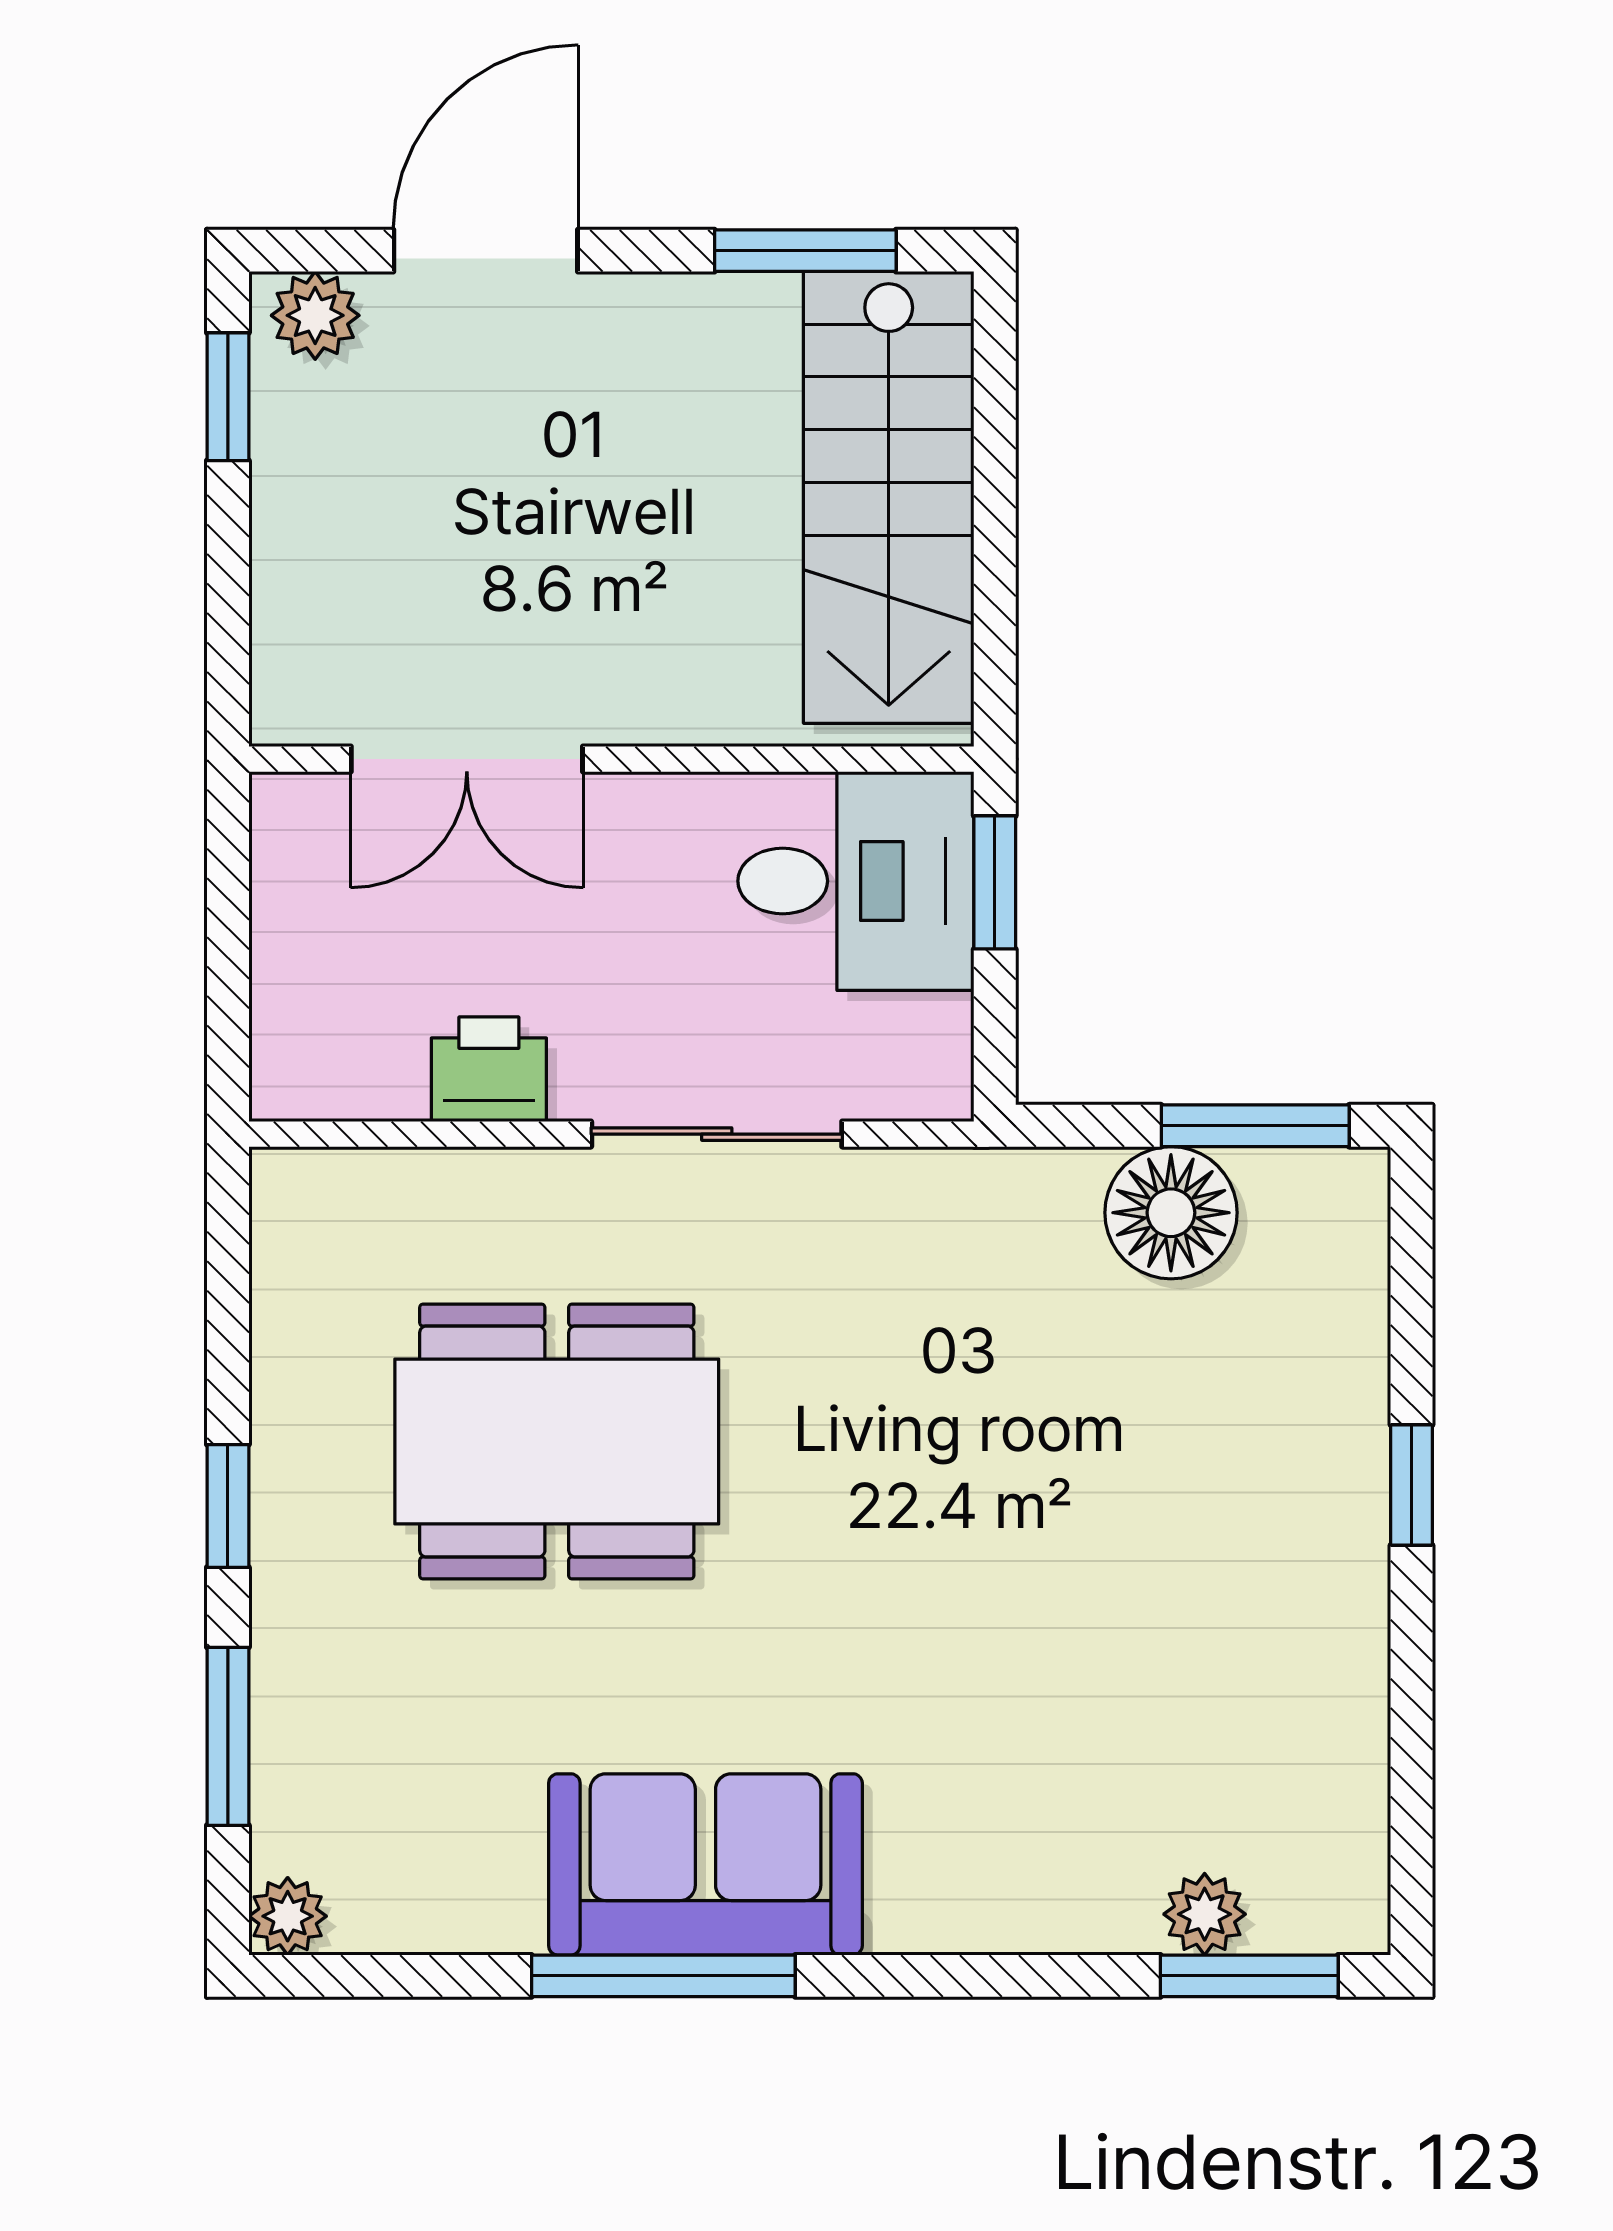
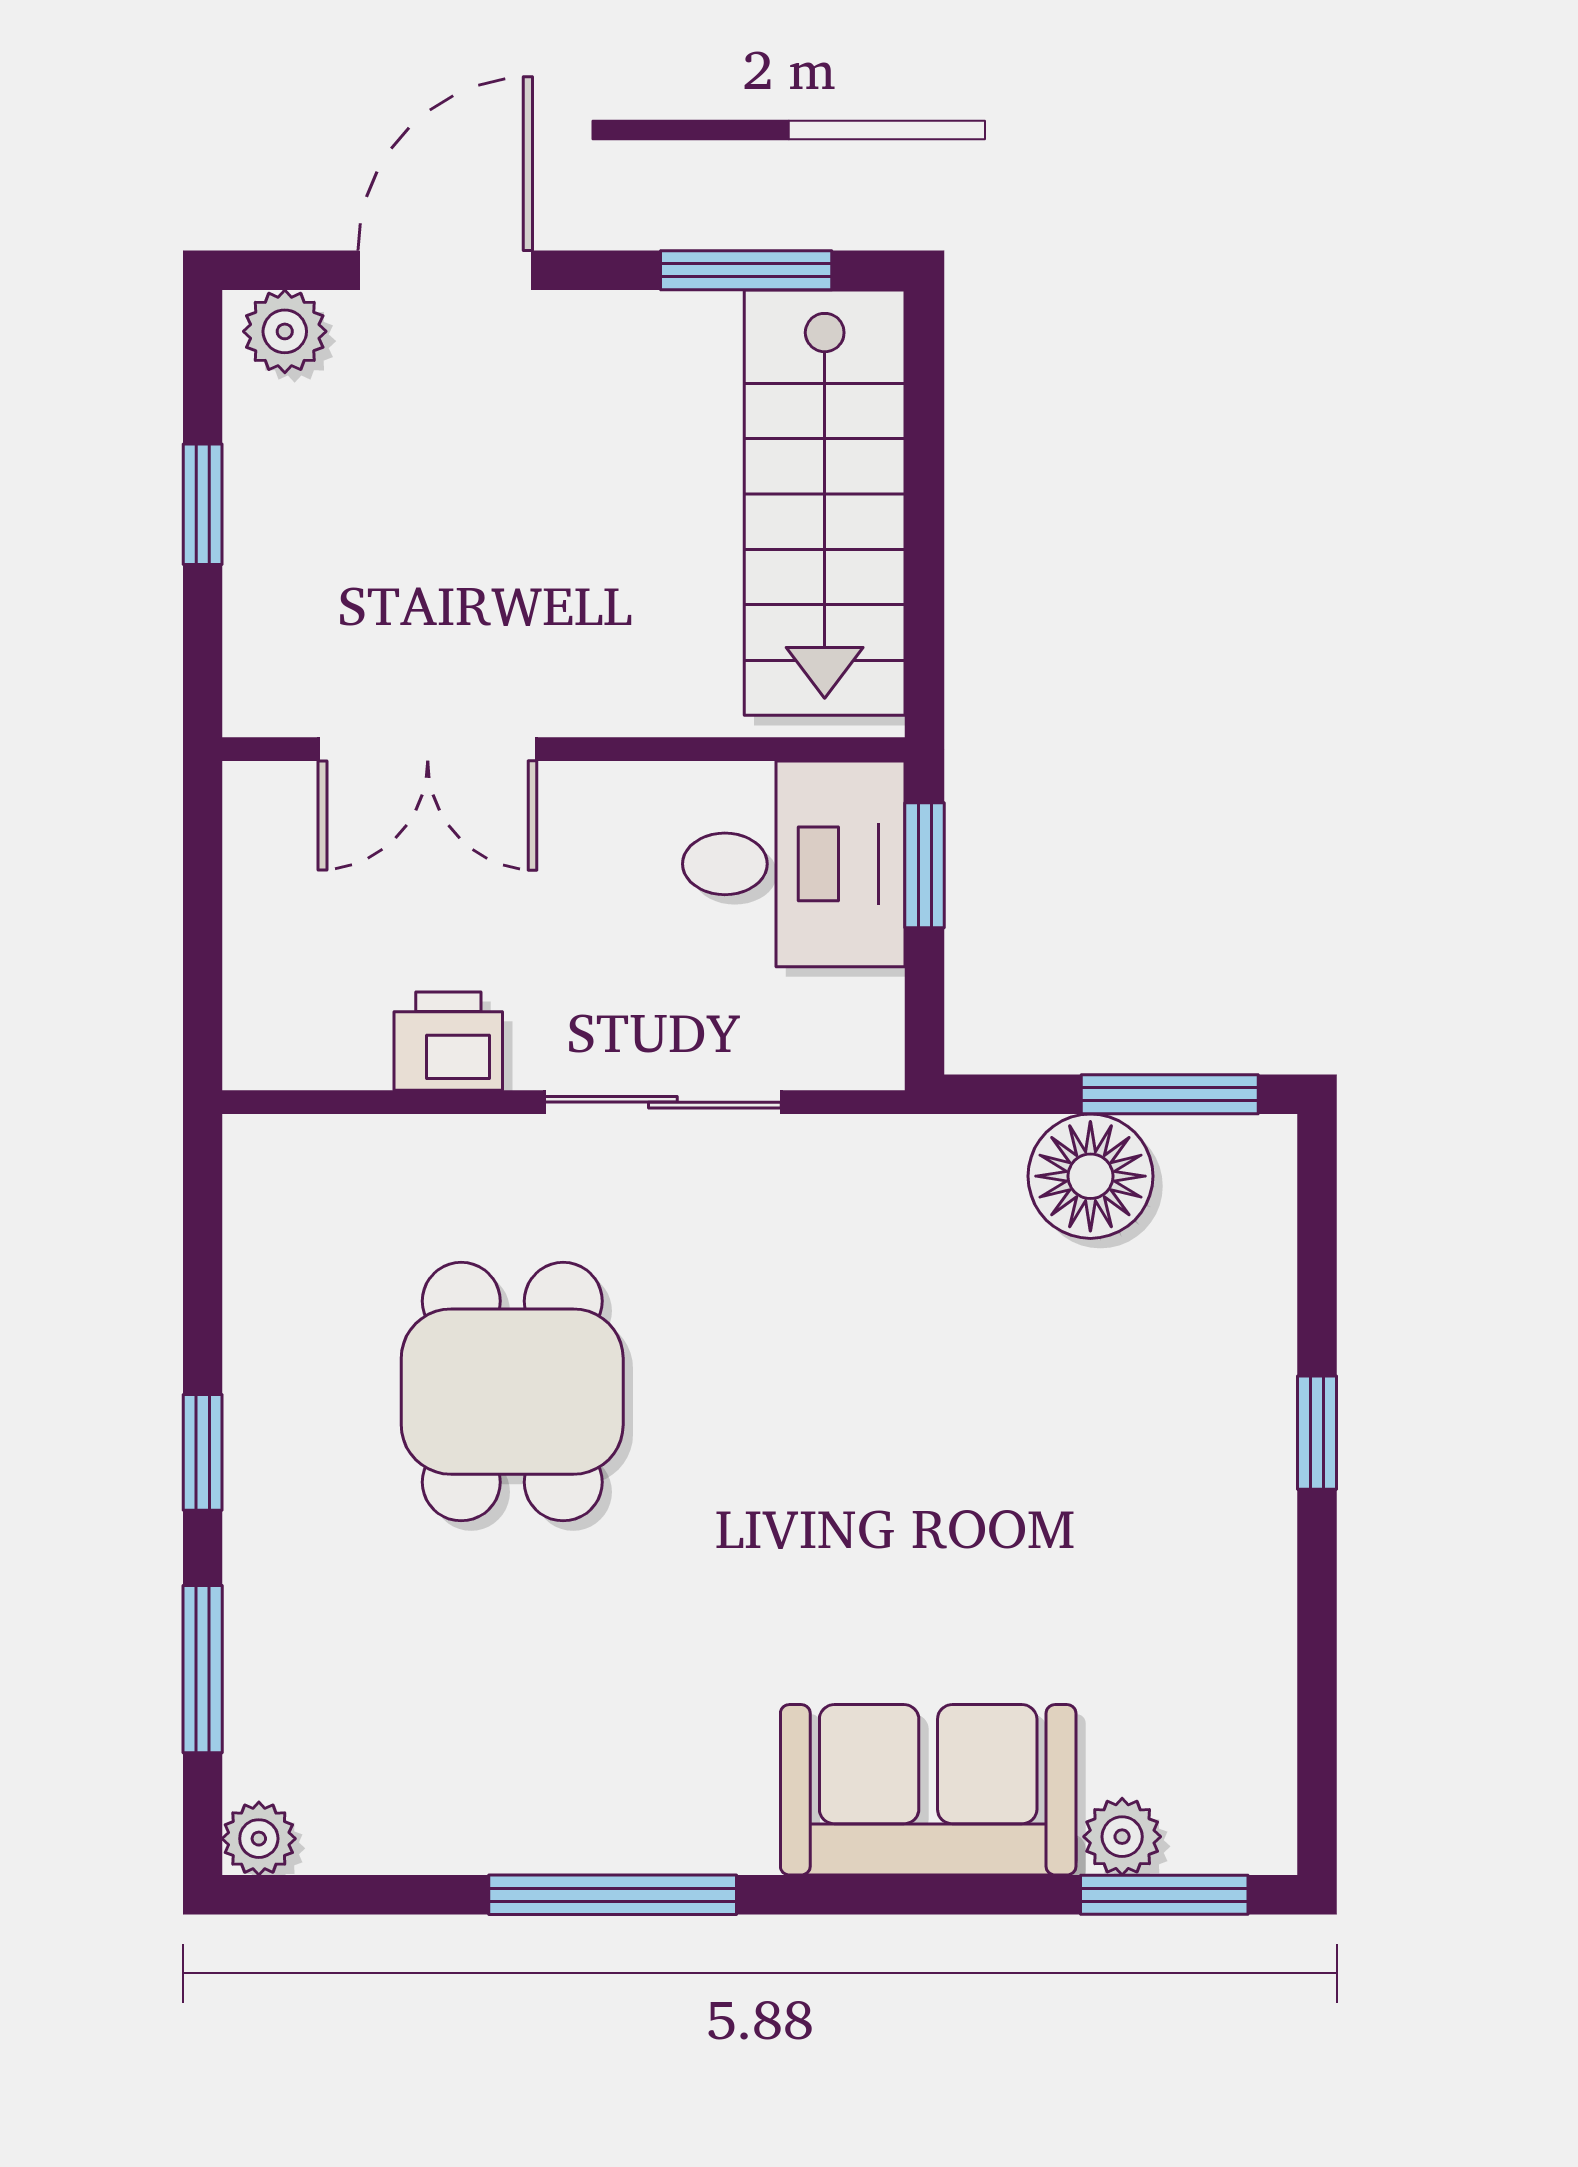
window: (228, 397) -> (203, 504), moved
dining table: (557, 1442) -> (512, 1392), width x0.73
sofa: (705, 1864) -> (928, 1790), moved

